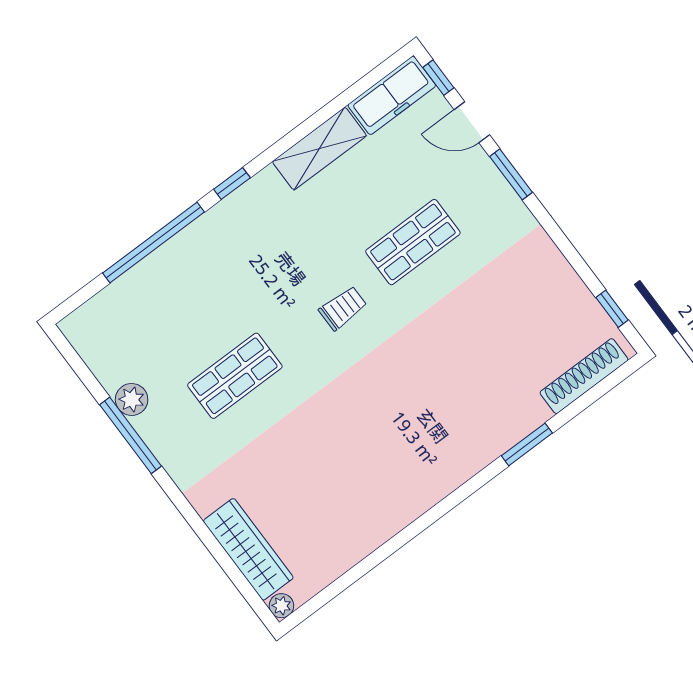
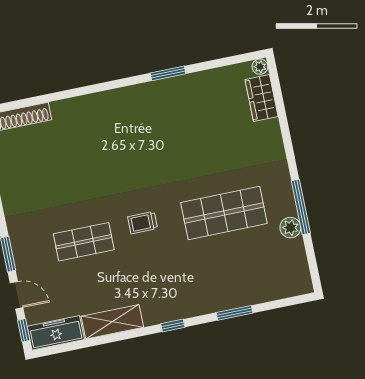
window: (153, 242) -> (235, 313), width x0.47
shop shelf: (235, 376) -> (224, 213), width x1.43, depth x1.36
window: (527, 444) -> (168, 73), moved
wardrobe: (248, 549) -> (262, 98), width x0.67

